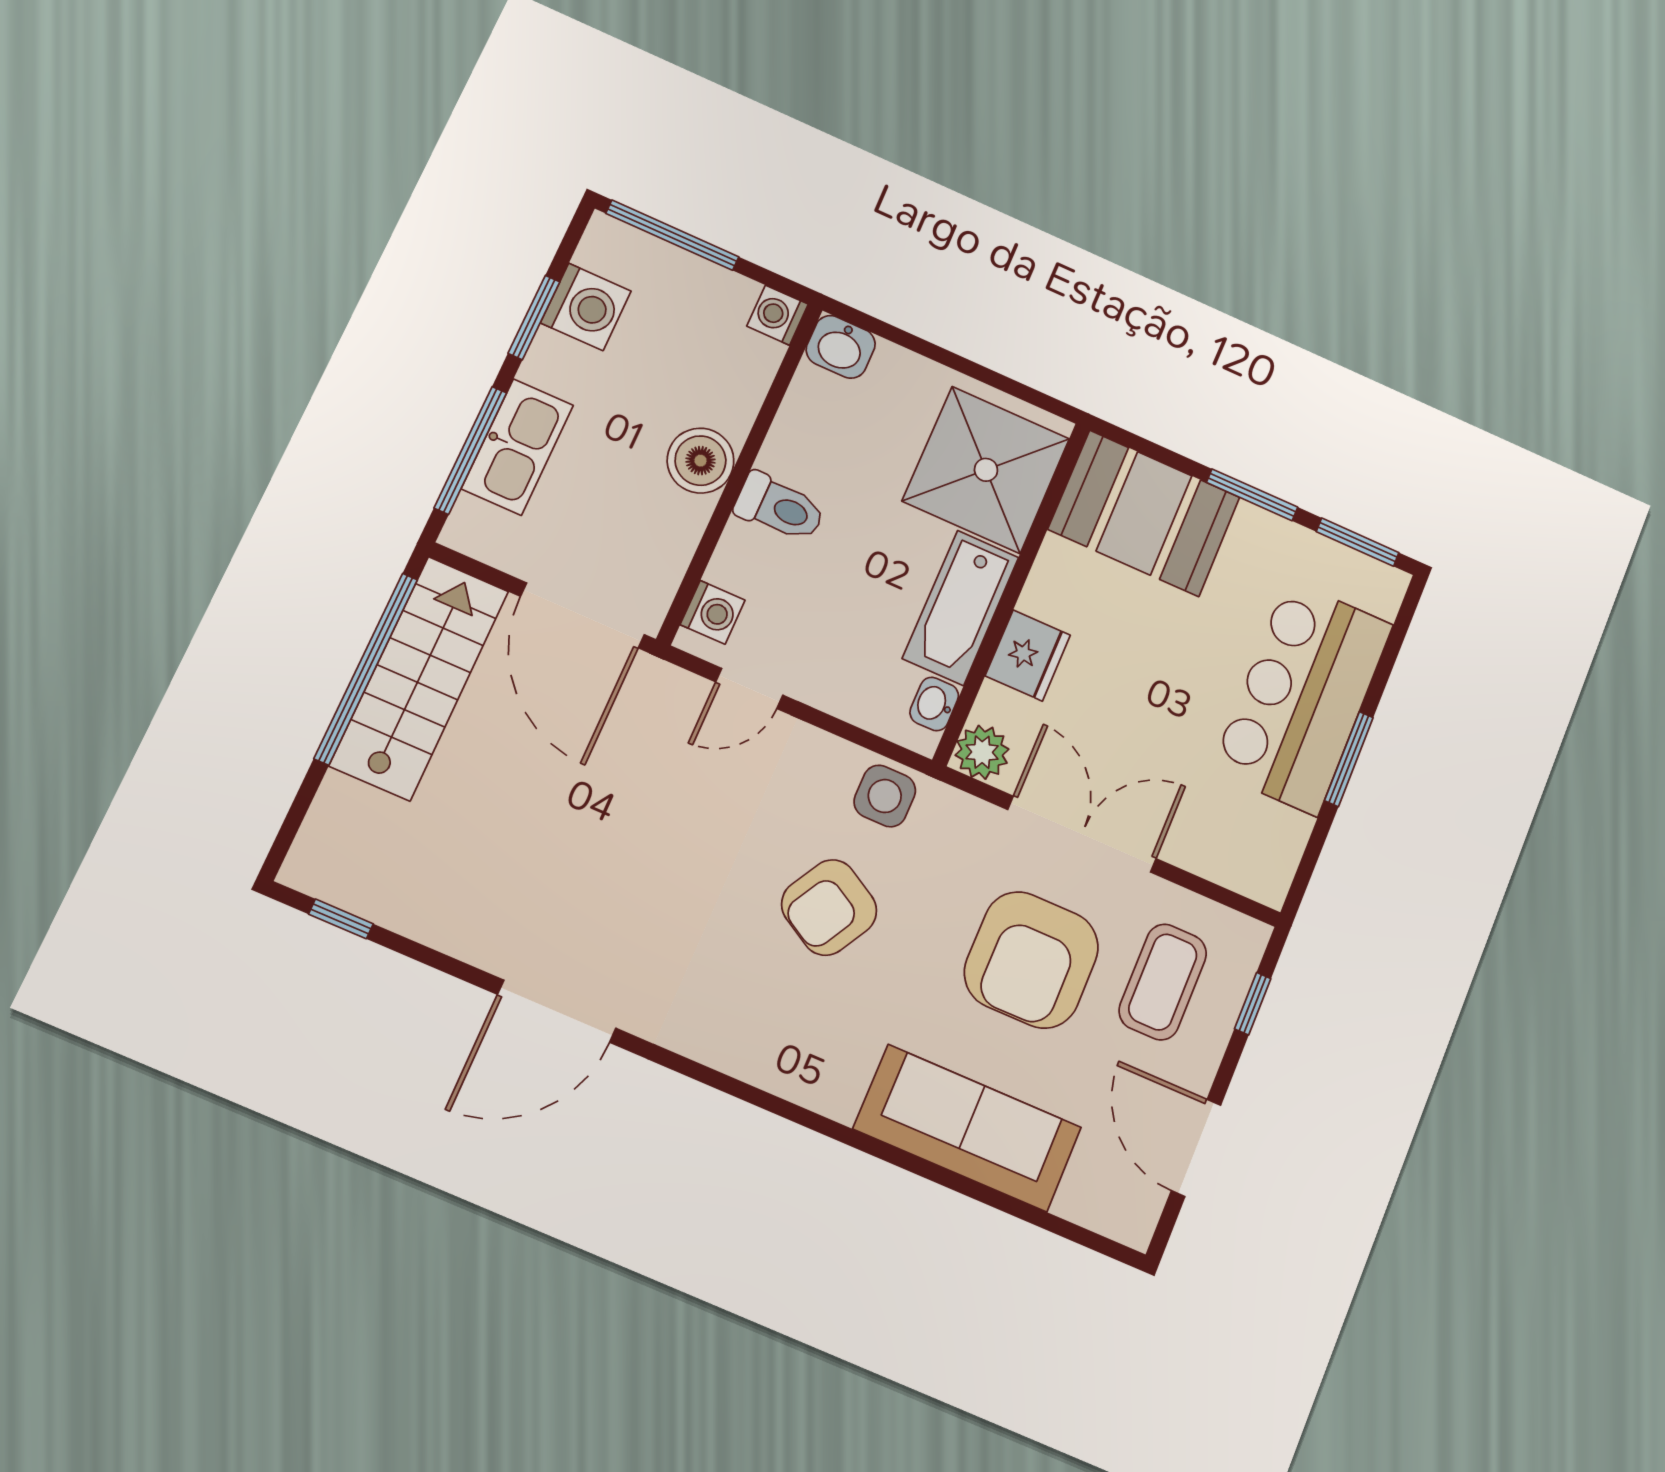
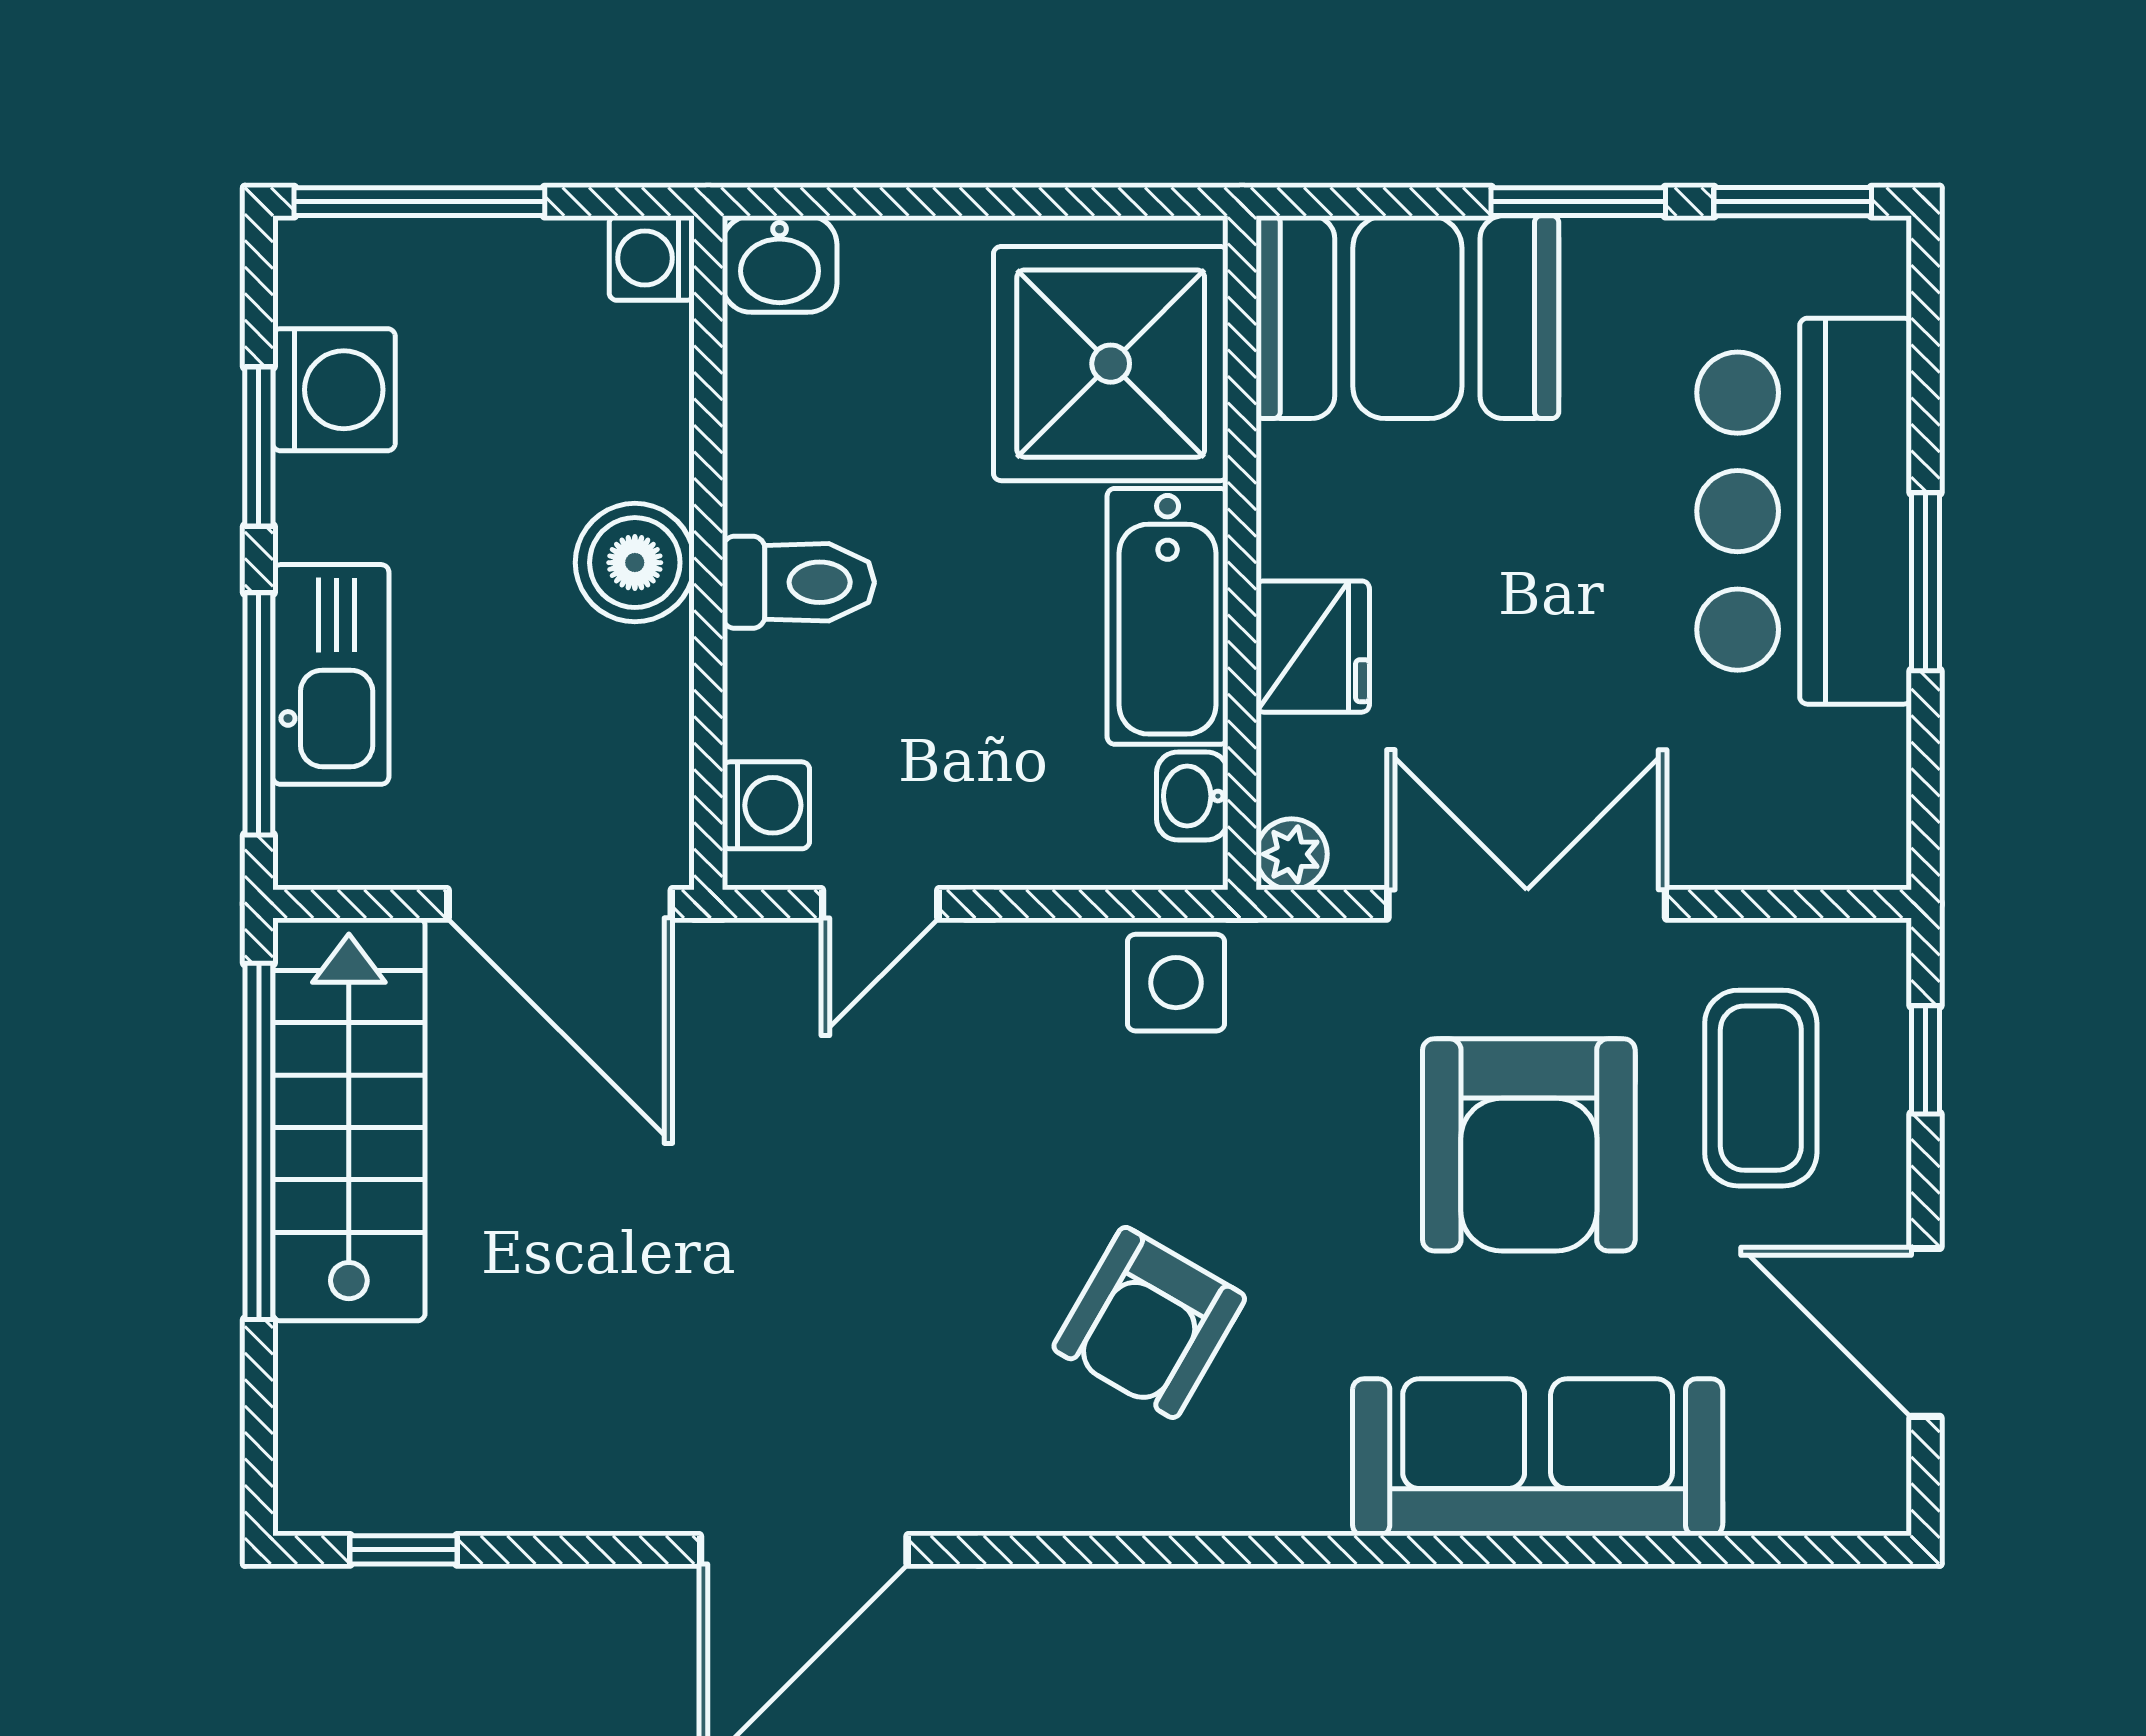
plant: (982, 752) -> (1292, 854), width x0.73, depth x0.73
armchair: (829, 907) -> (1149, 1322), moved

